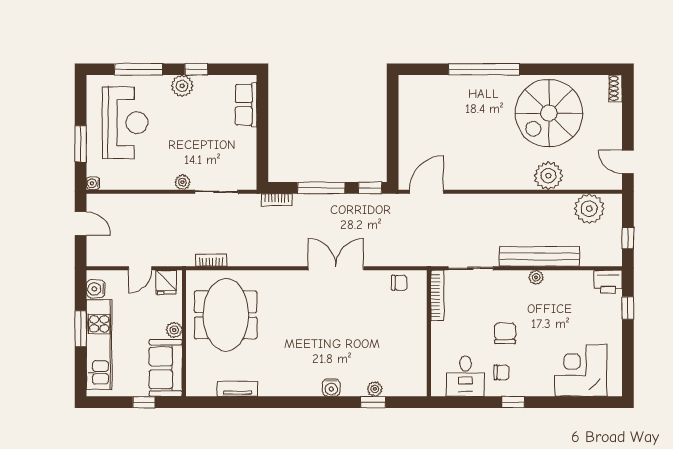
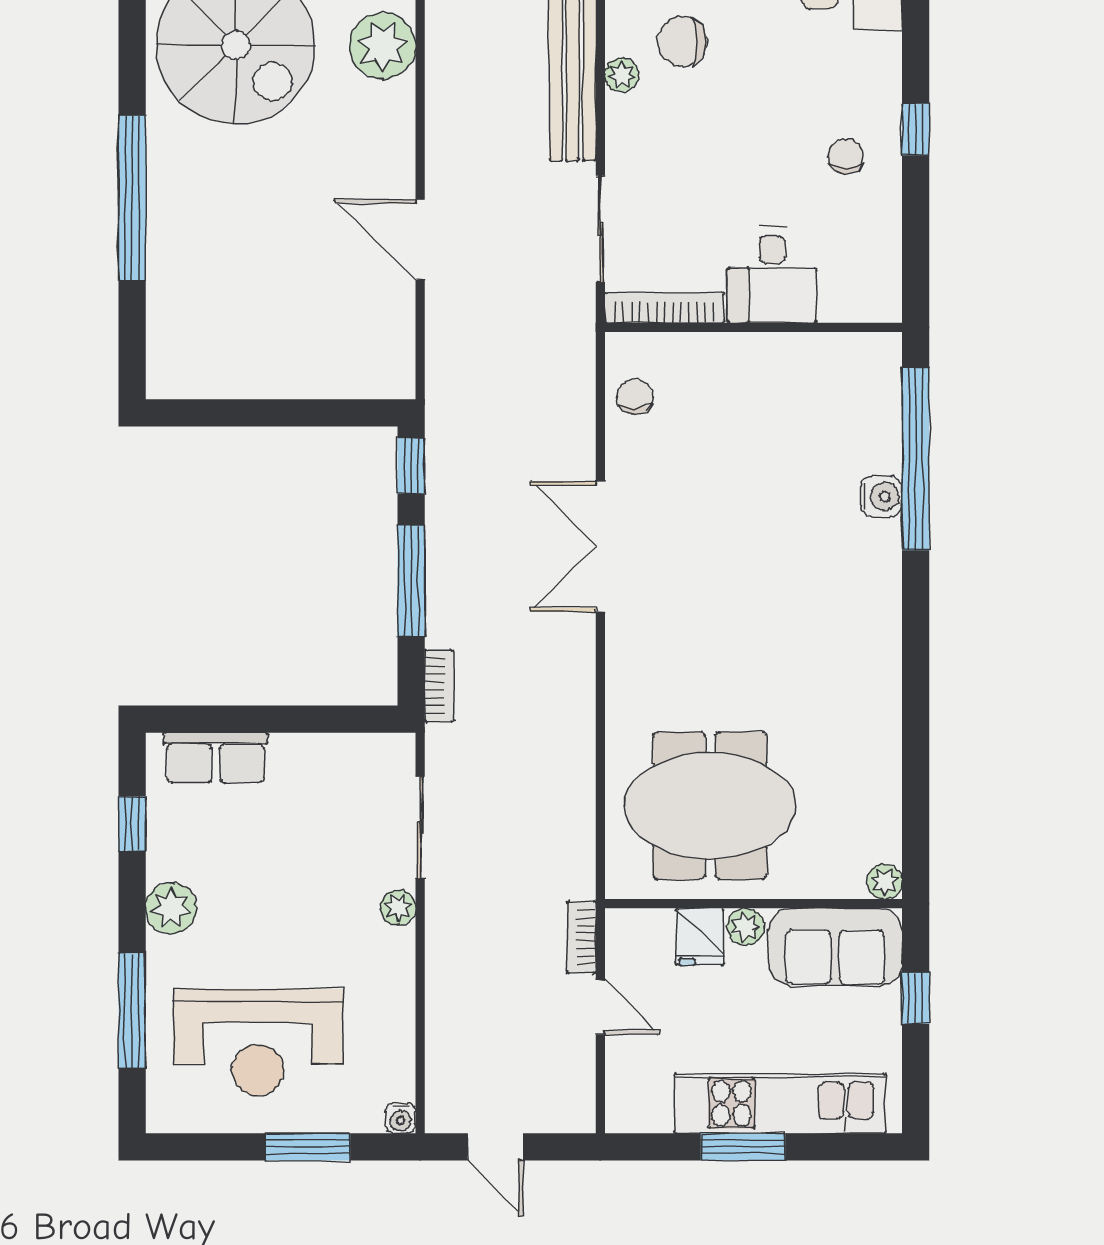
window: (196, 69) -> (132, 824), moved
reception desk: (125, 123) -> (258, 1042), turned 180
door: (426, 192) -> (420, 240), moved
door: (81, 223) -> (495, 1147), swing flipped
bookcase: (211, 260) -> (581, 937), moved
fridge: (166, 282) -> (700, 937), moved, turned 90
water cooler: (96, 289) -> (649, 1112), removed
chair: (505, 333) -> (682, 42), moved
desk: (466, 376) -> (772, 275), moved, turned 90
water cooler: (331, 388) -> (881, 496), moved
tv unit: (237, 389) -> (884, 778), removed
plant: (375, 389) -> (885, 882), moved
window: (373, 402) -> (916, 459), width x3.17

